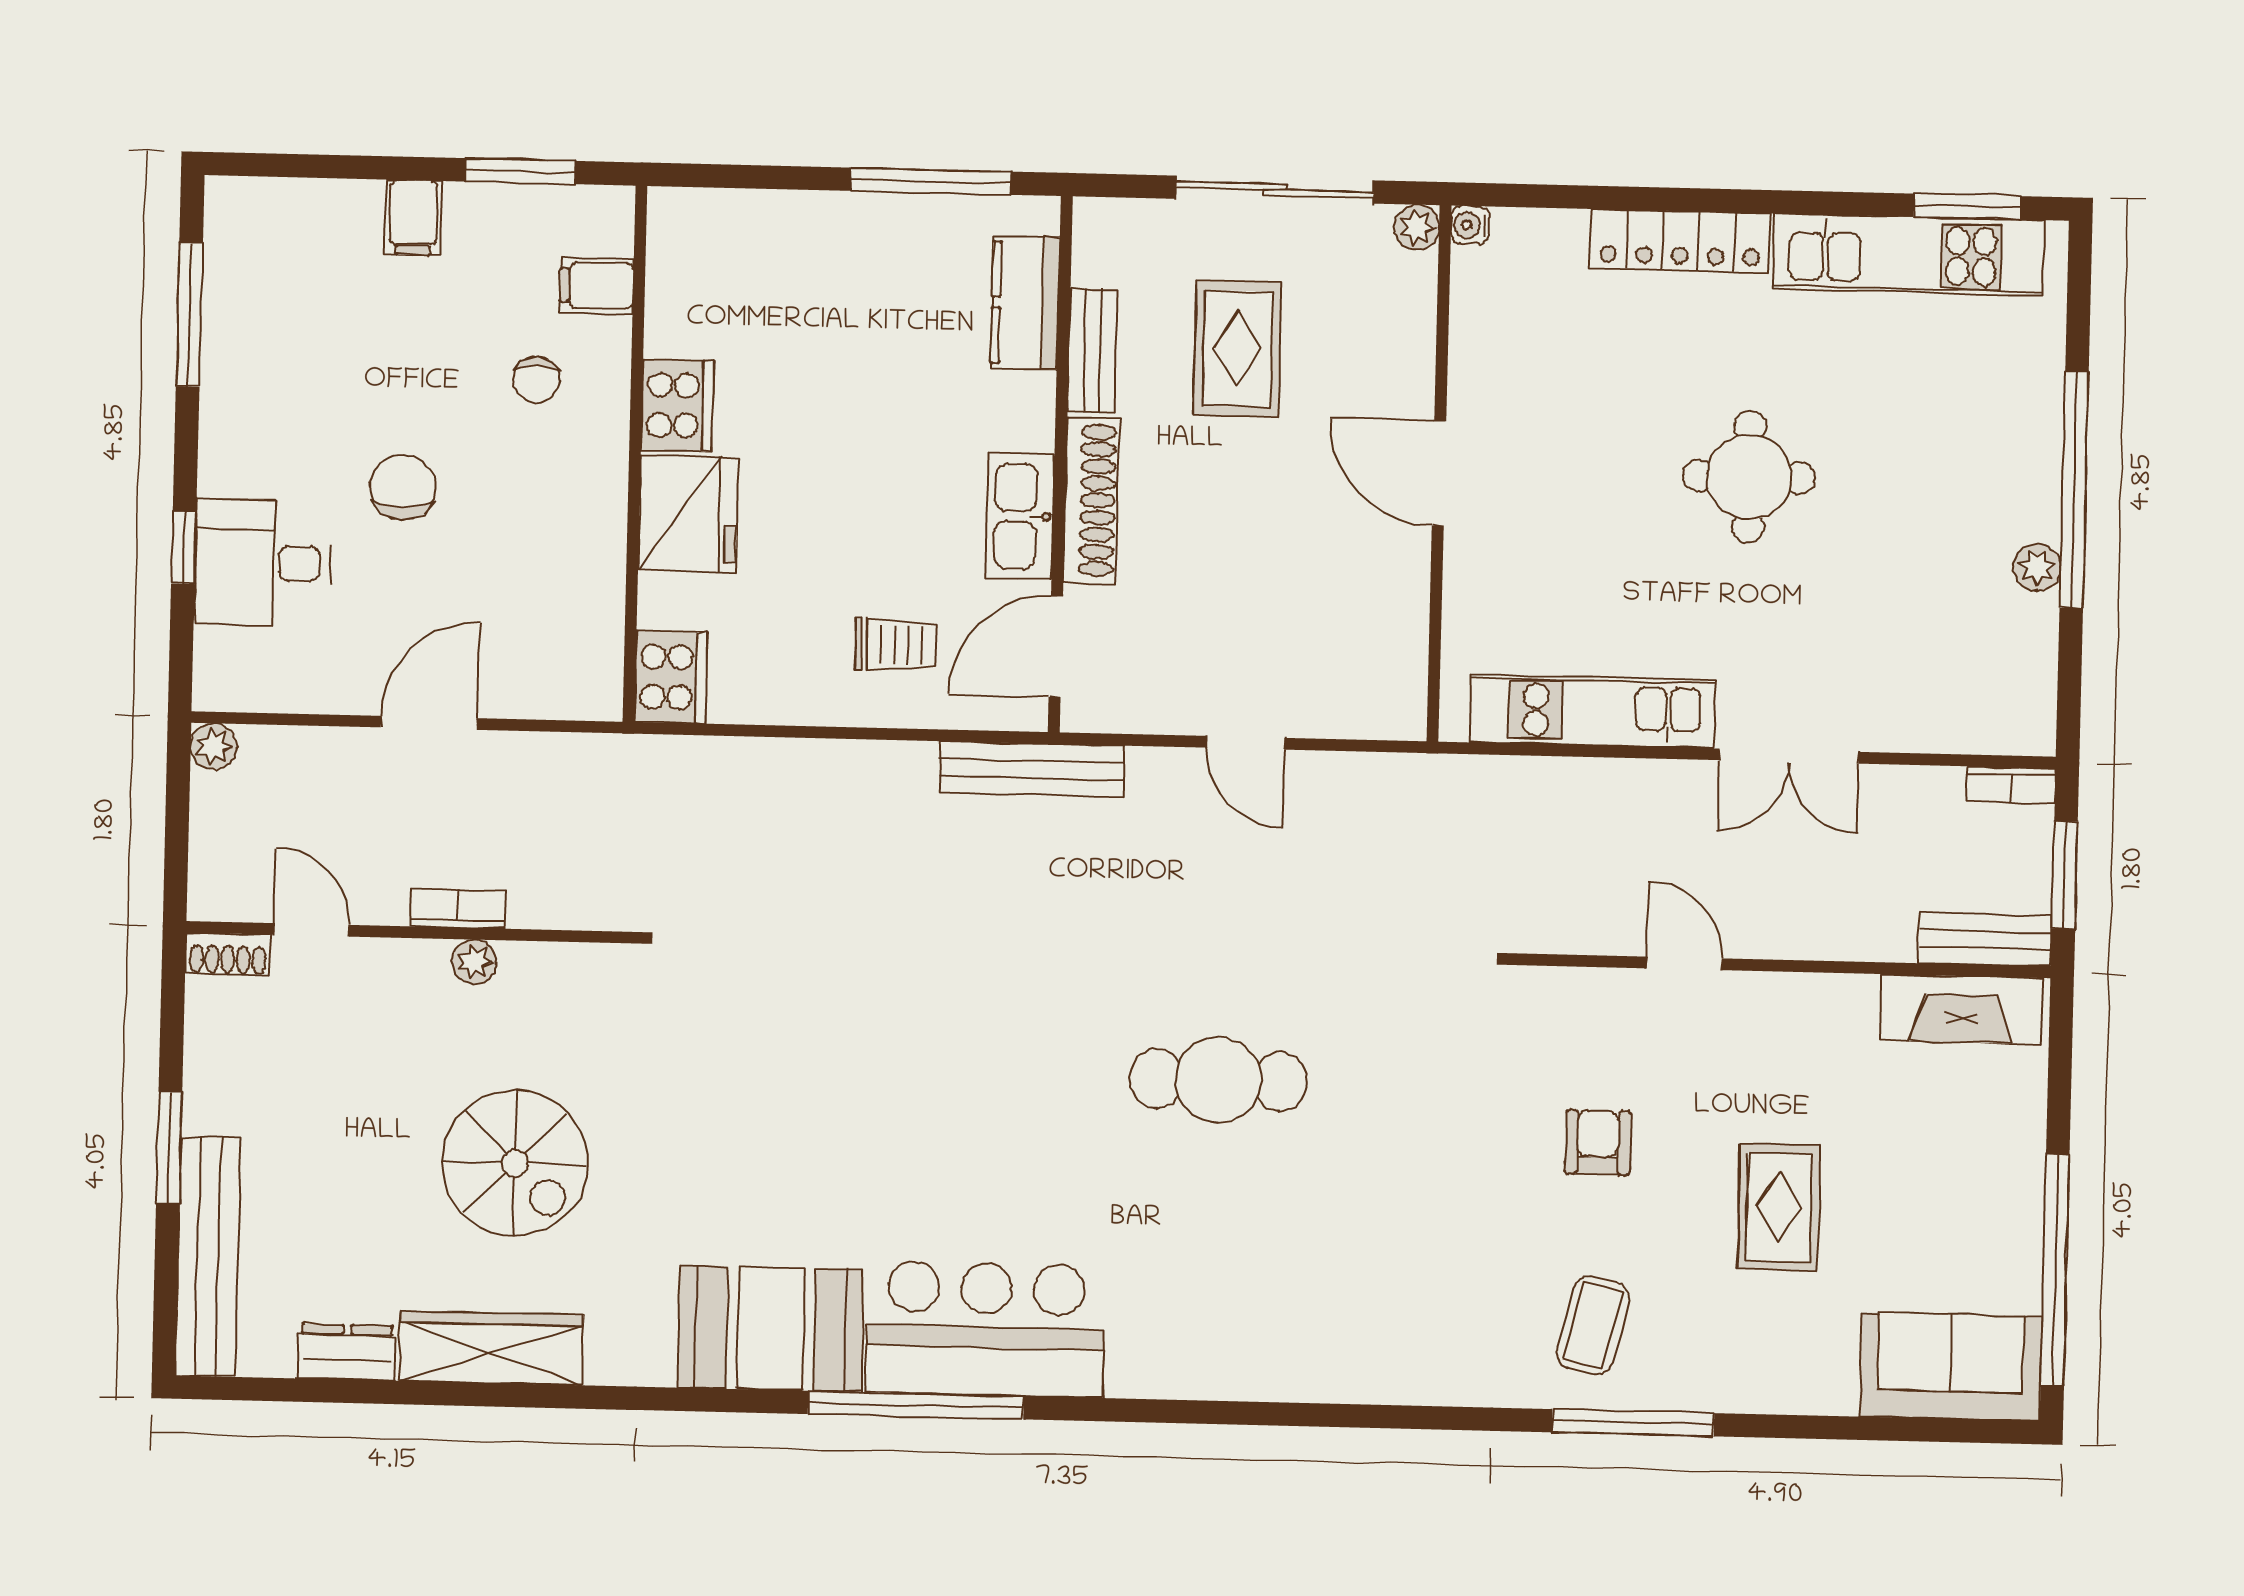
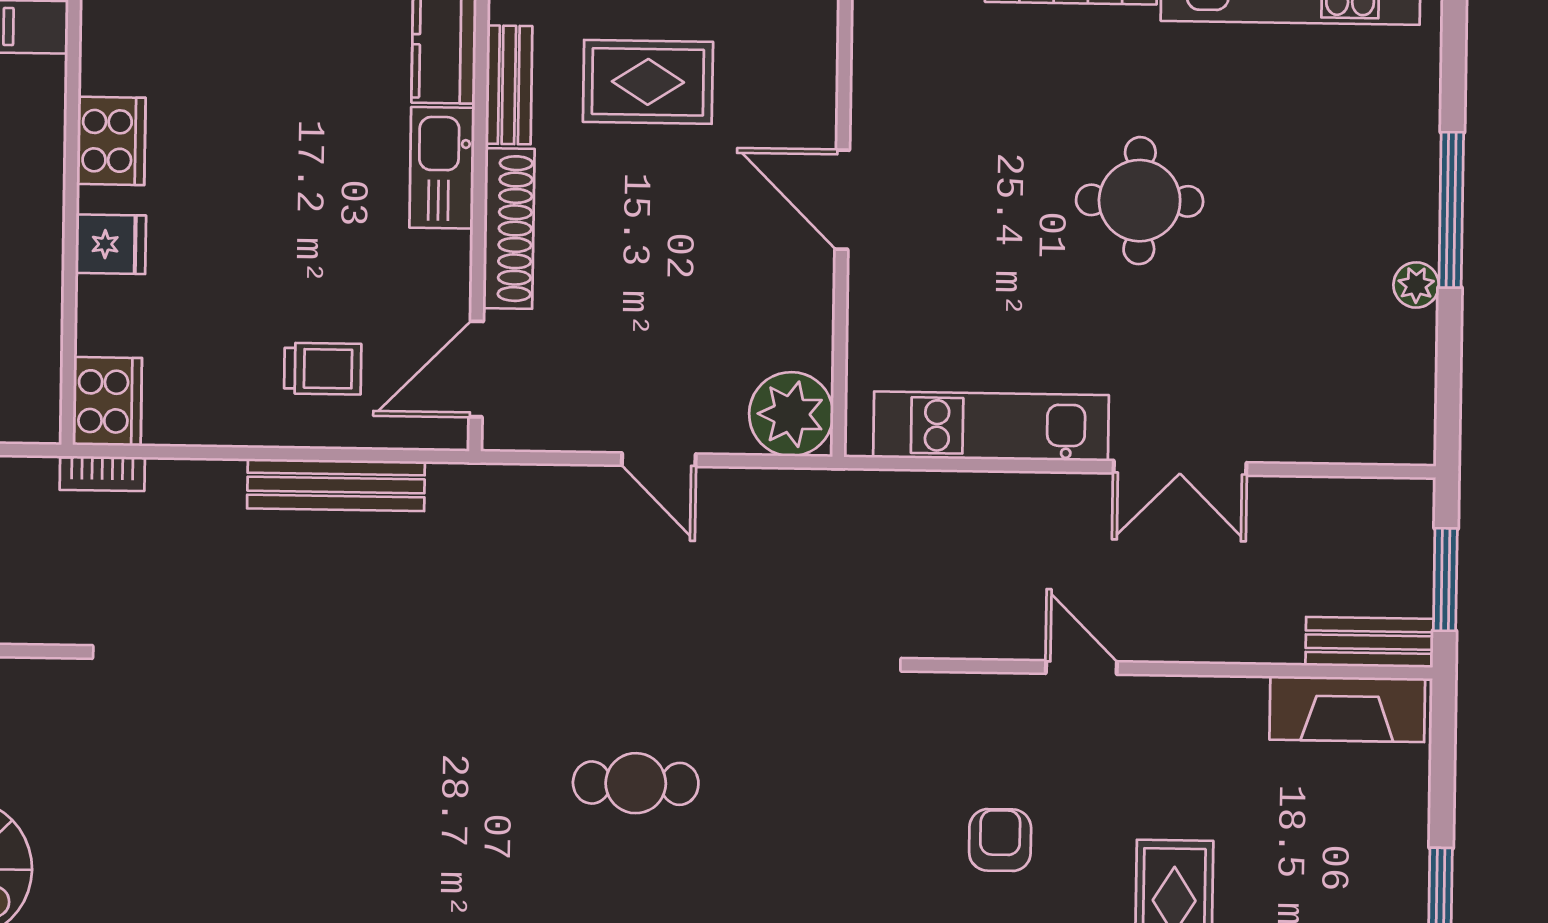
rug: (1238, 349) -> (648, 82), turned 90
window: (2074, 489) -> (1451, 210), width x0.68
fridge: (688, 513) -> (111, 244), width x0.53, depth x0.75
kitchen sink: (1020, 516) -> (442, 168), moved
plant: (1384, 696) -> (791, 414), added
bench: (1032, 769) -> (336, 485), moved
bookcase: (2011, 785) -> (102, 473), moved
cafe table: (1218, 1080) -> (636, 783), width x0.73, depth x0.74

